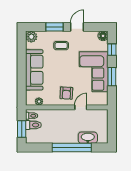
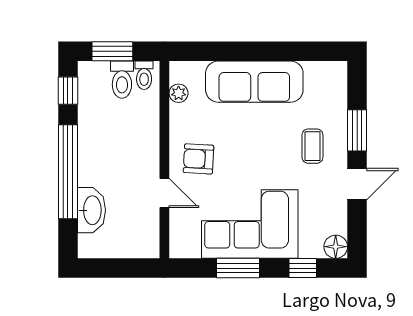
door: (77, 27) -> (357, 184), hinge flipped
plant: (31, 37) -> (334, 75), removed
window: (38, 147) -> (68, 91), added

